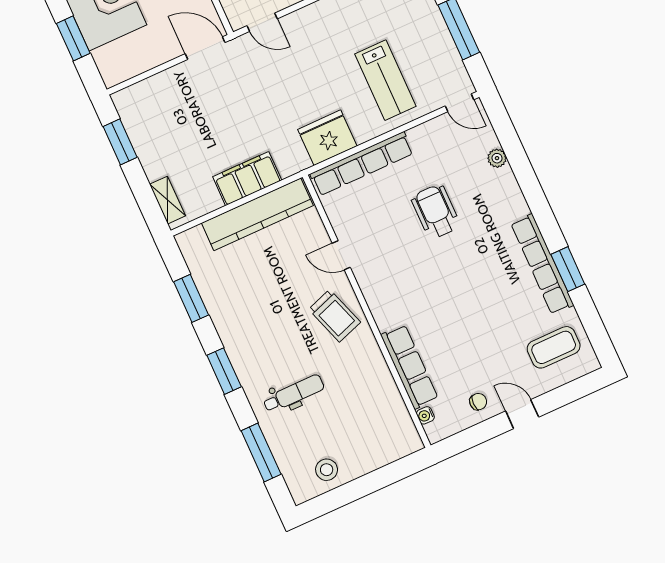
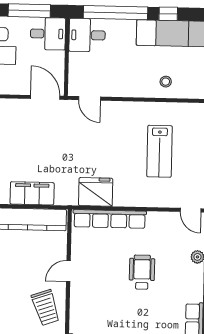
lab bench: (385, 80) -> (159, 151), moved
door: (341, 255) -> (68, 271), hinge flipped

